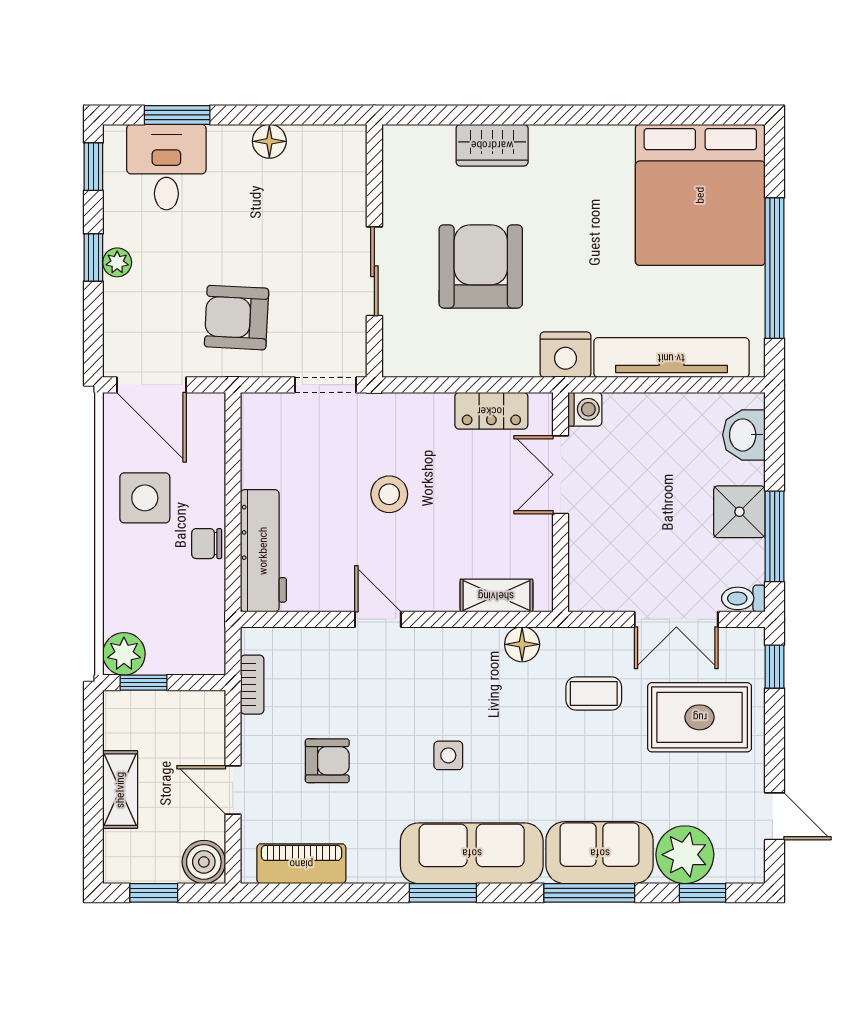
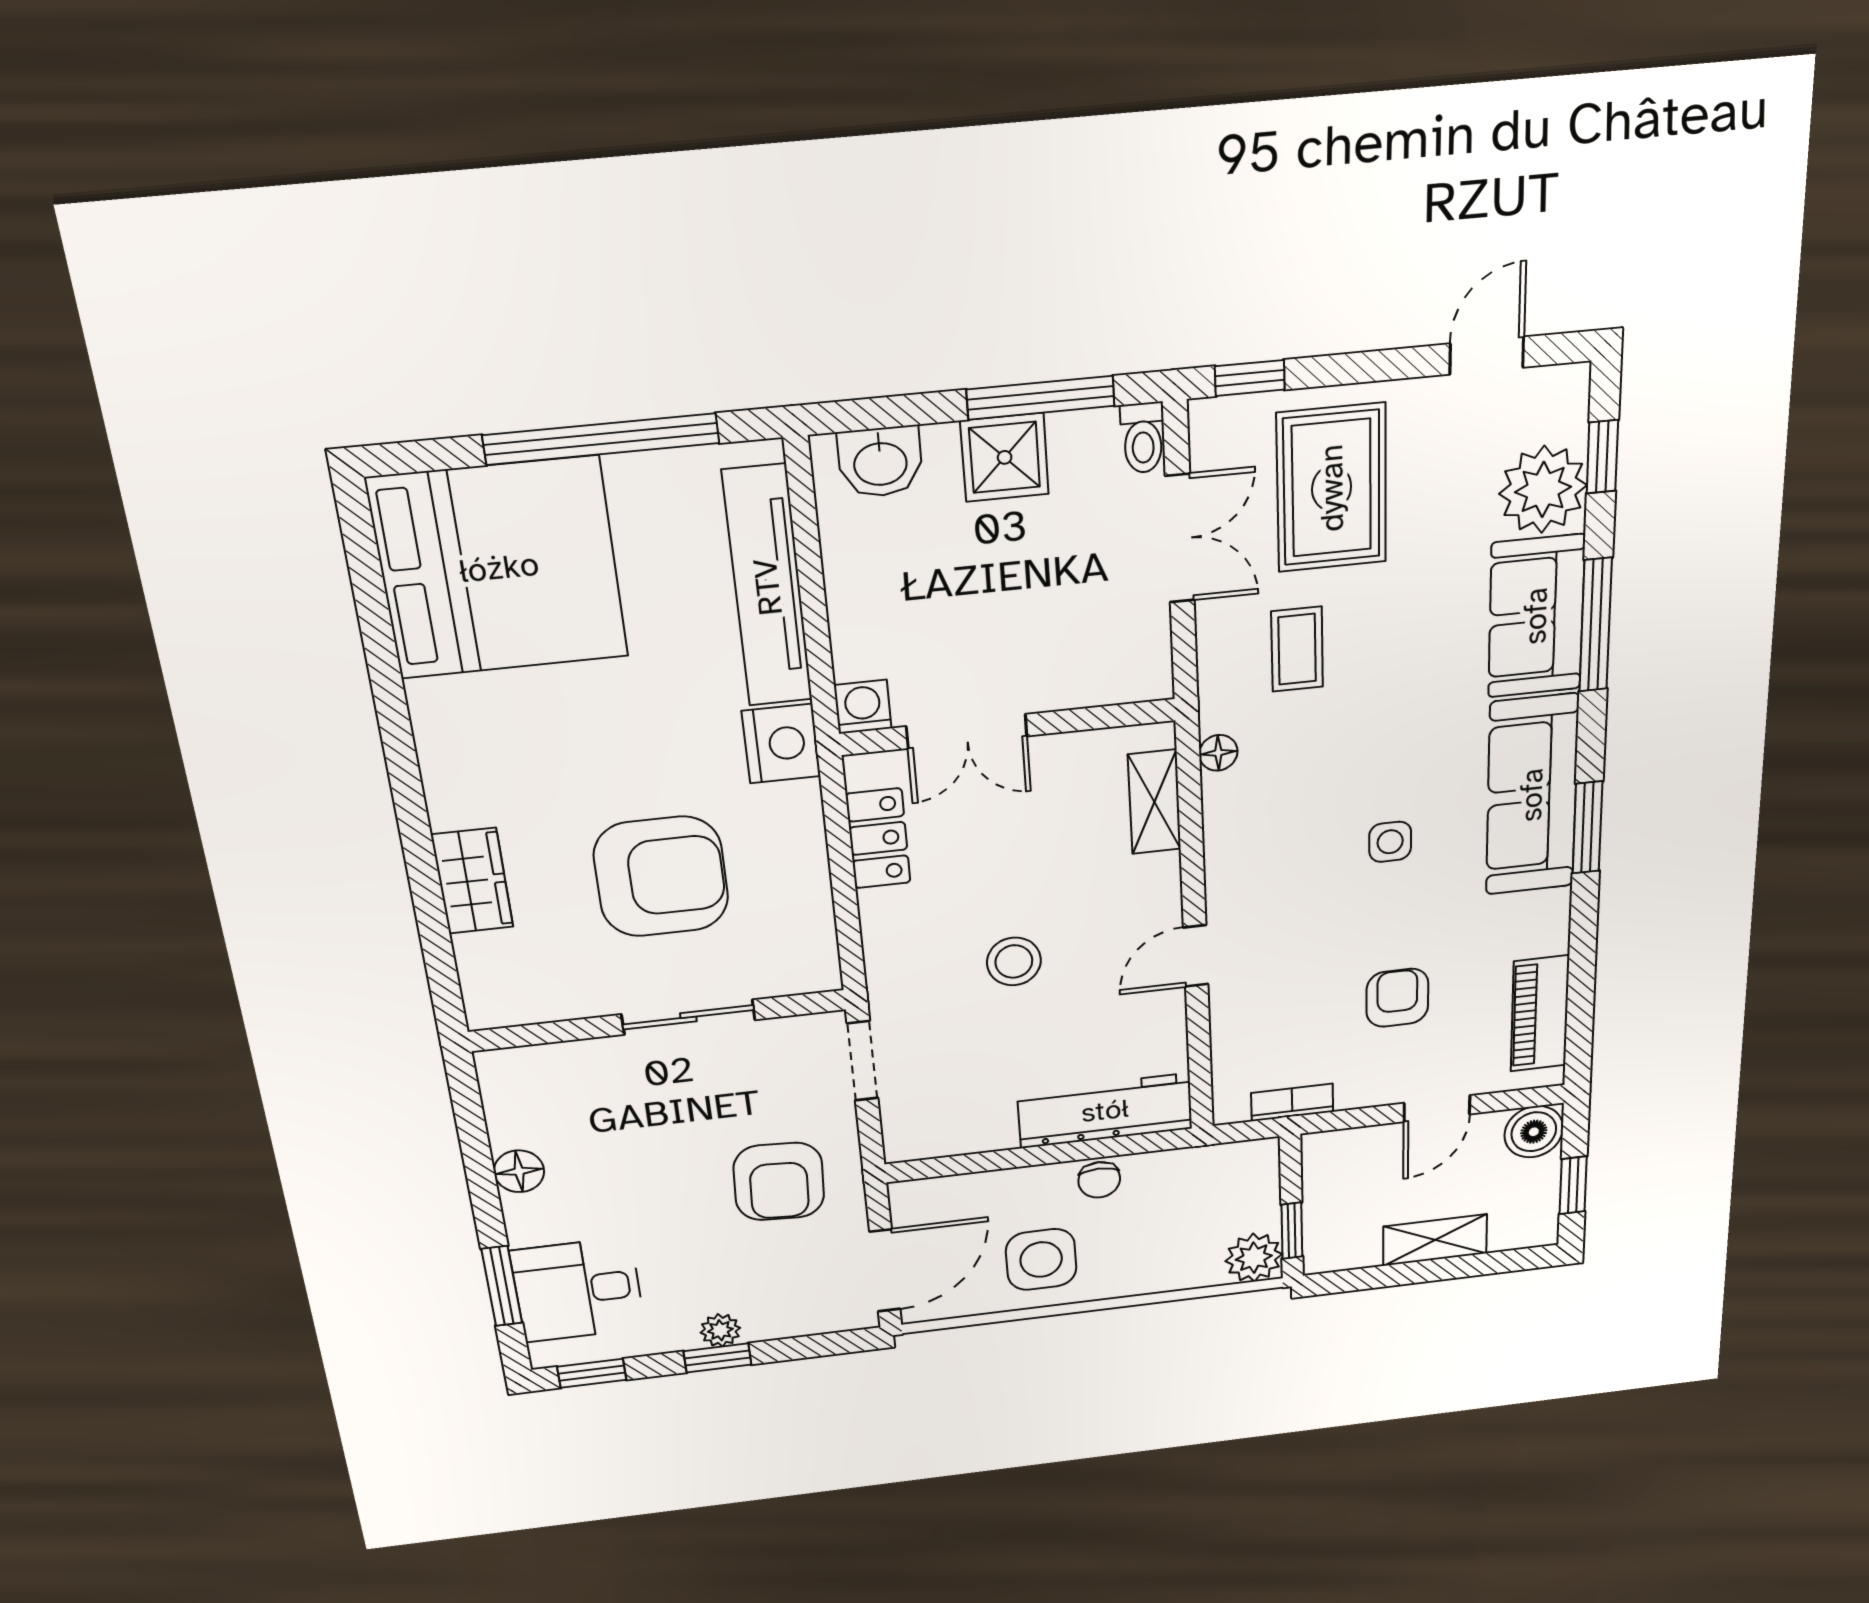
armchair: (481, 266) -> (661, 877), turned 180
floor lamp: (522, 644) -> (1218, 753), width x0.73, depth x0.73

